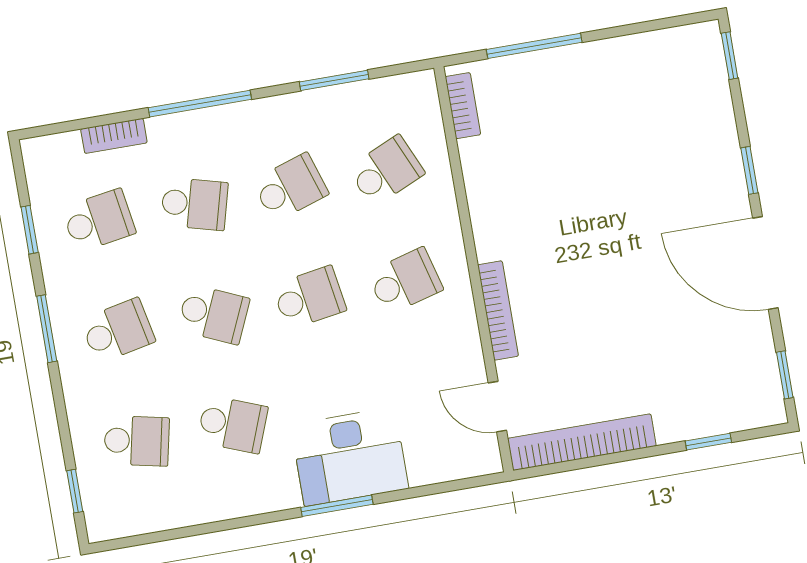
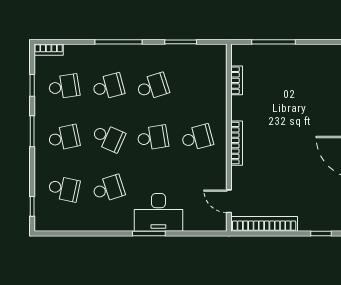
bookcase: (463, 106) -> (237, 80), moved
bookcase: (114, 136) -> (49, 50), moved
school desk: (386, 171) -> (197, 87), removed
school desk: (194, 204) -> (108, 87), turned -30
bookcase: (498, 310) -> (237, 143), moved
school desk: (233, 424) -> (108, 189), turned -39

